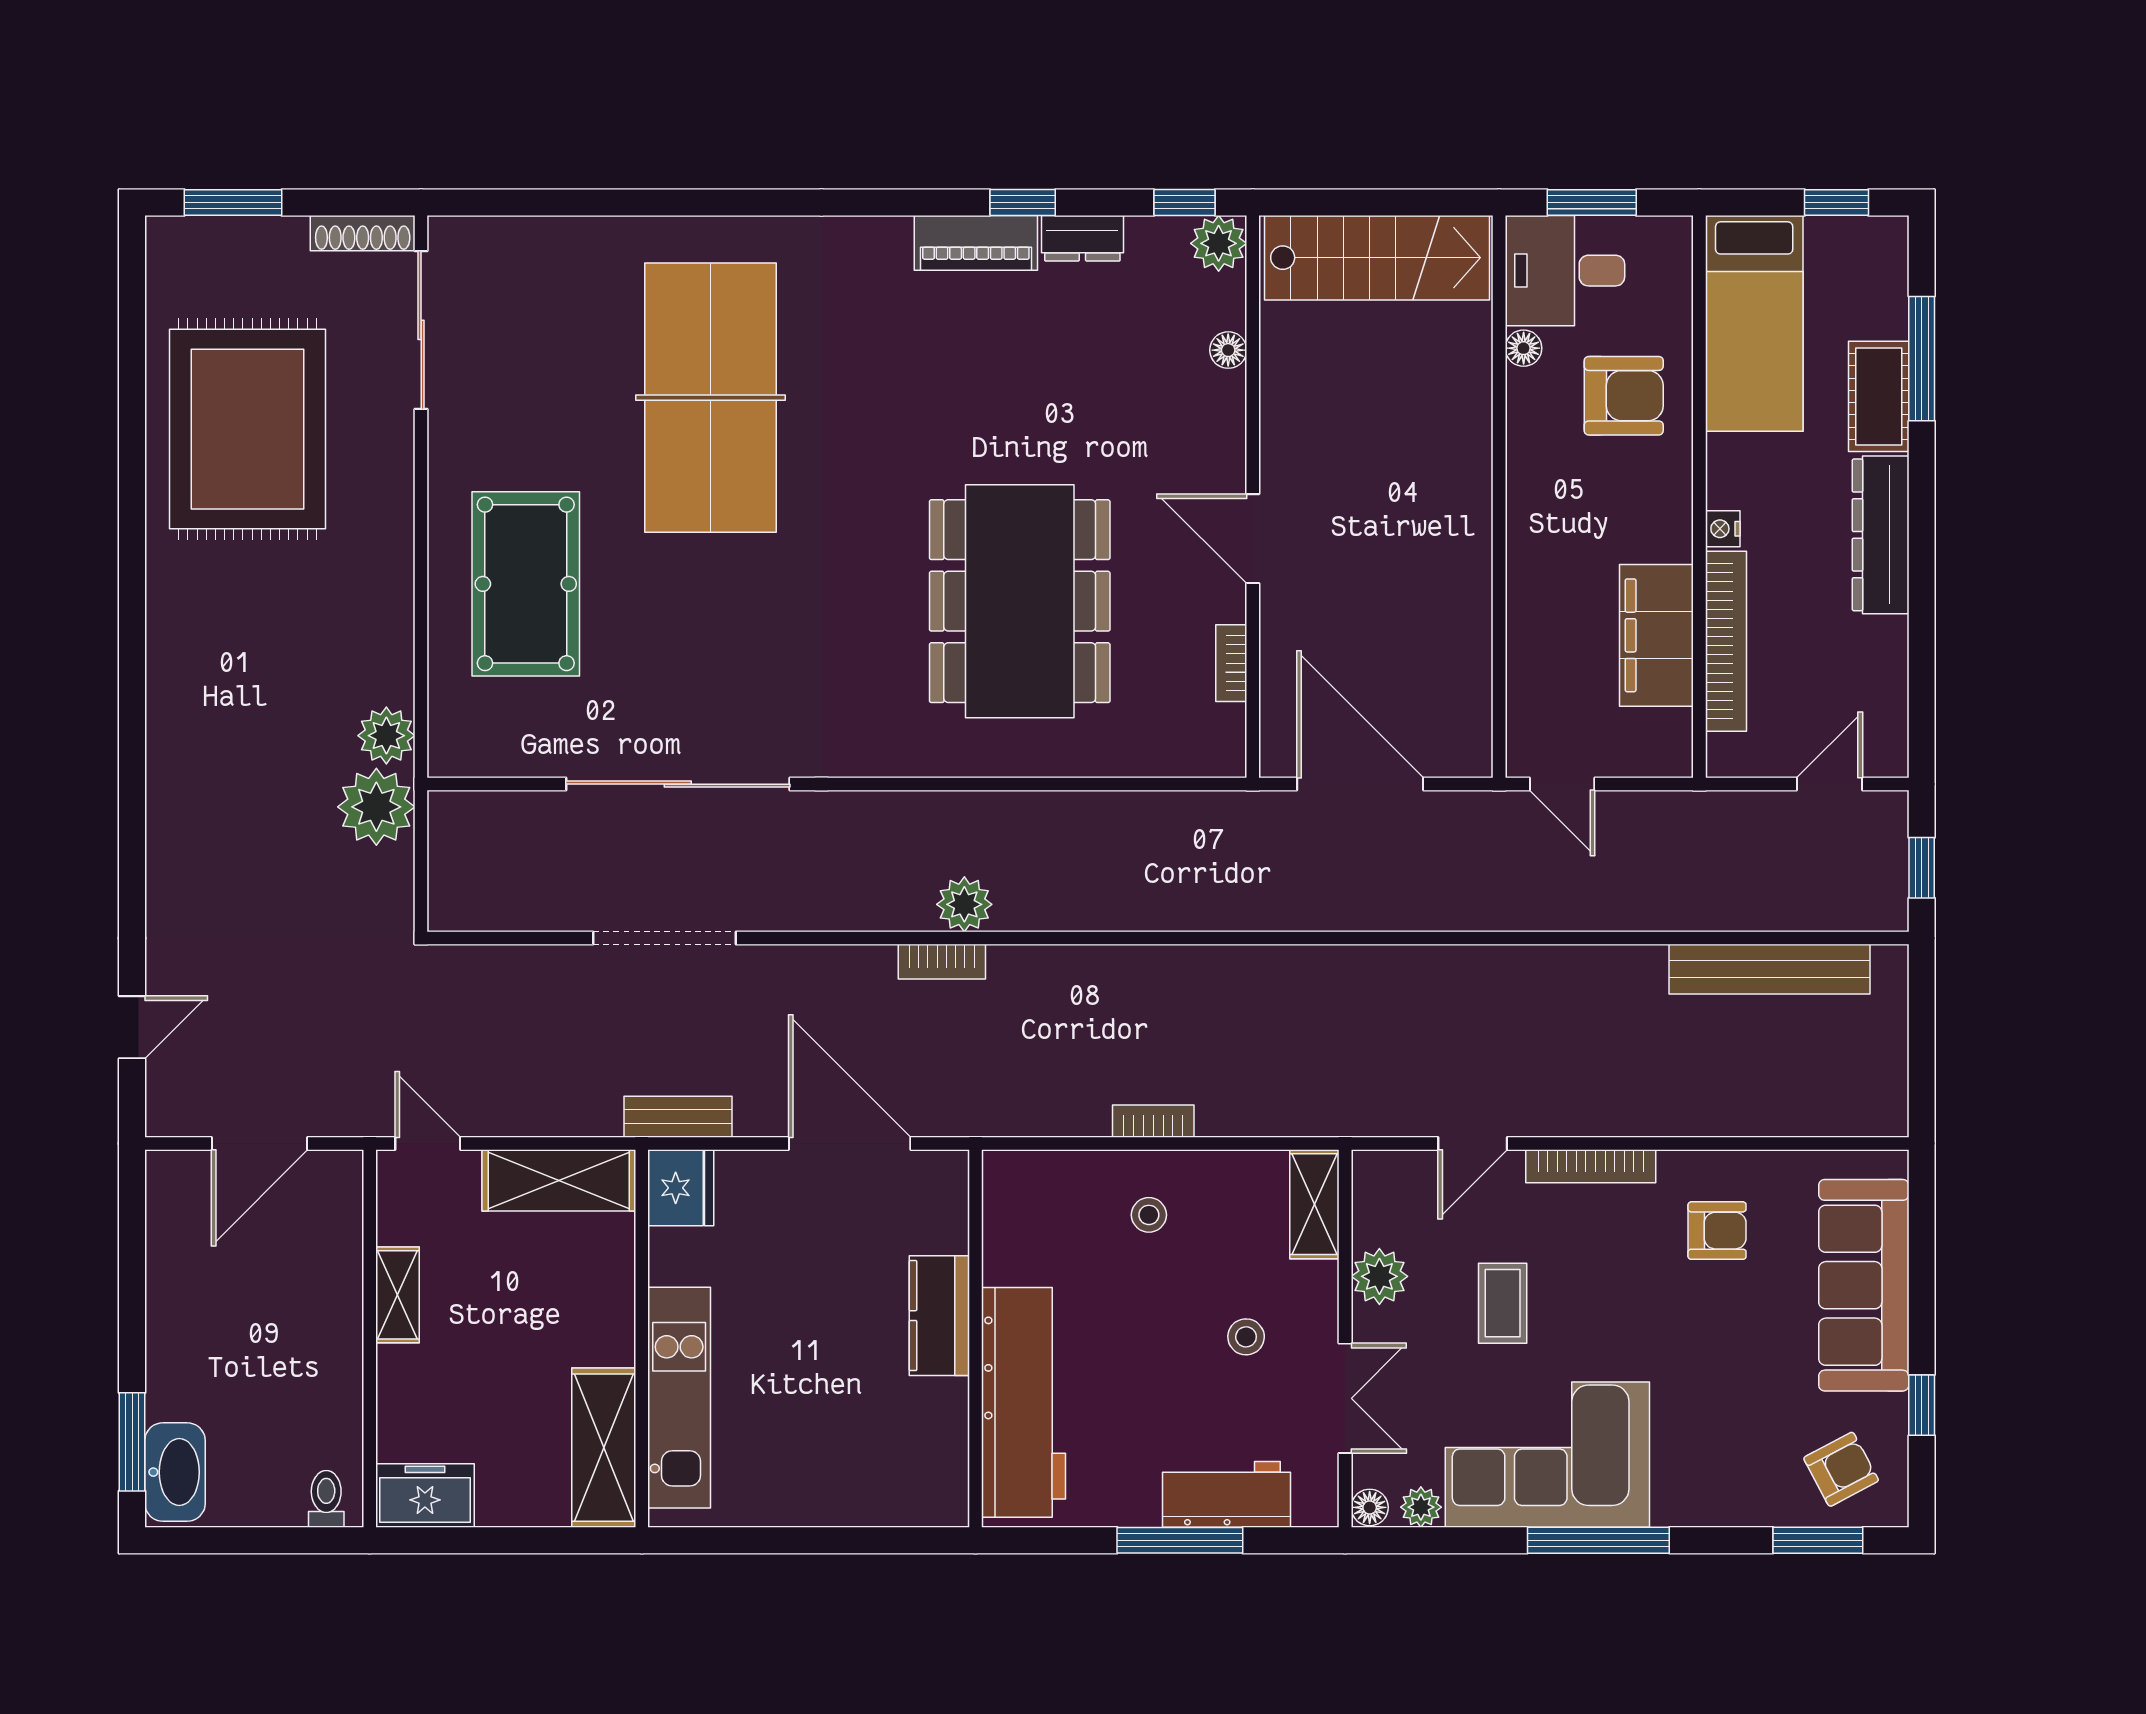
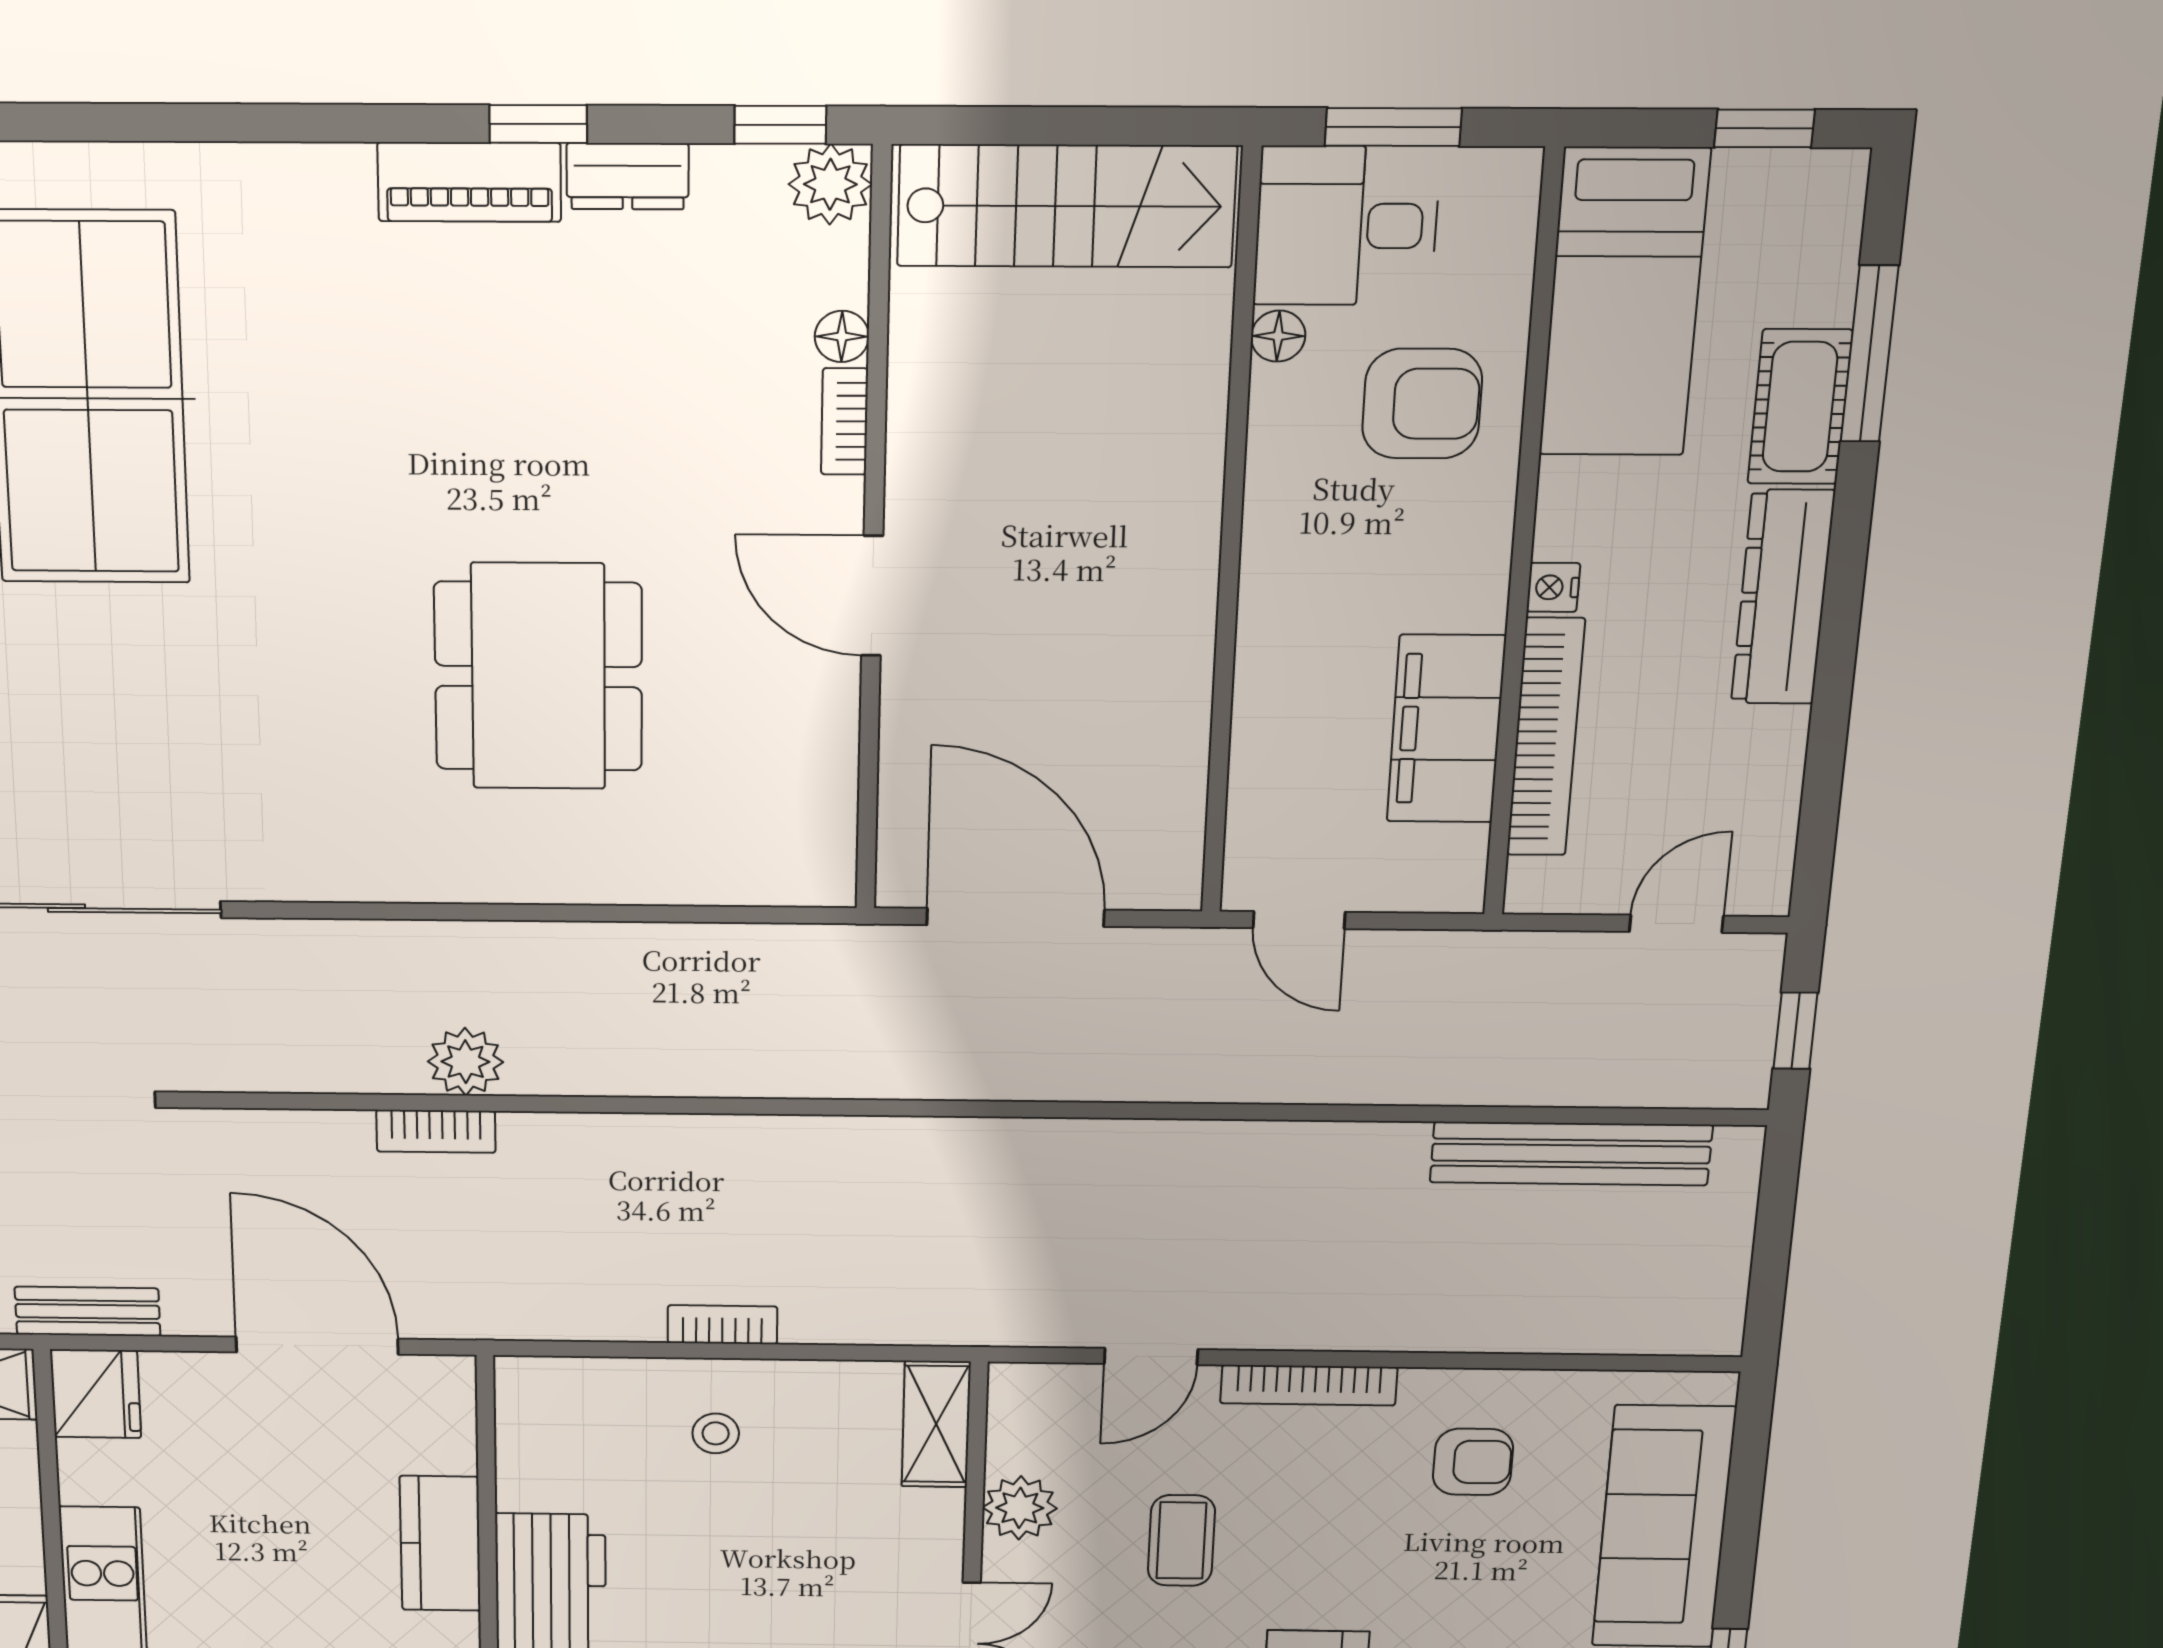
dining table: (1020, 601) -> (538, 676), width x0.73, depth x0.80
bookcase: (1231, 663) -> (845, 421), moved
stool: (1246, 1337) -> (842, 1573), removed

